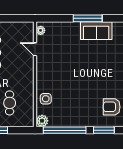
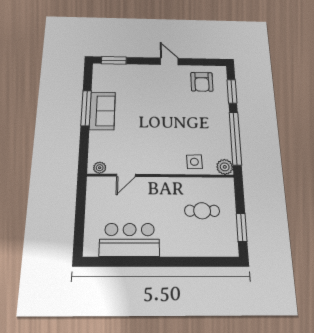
sofa: (96, 31) -> (102, 111), moved

